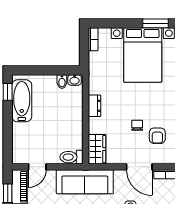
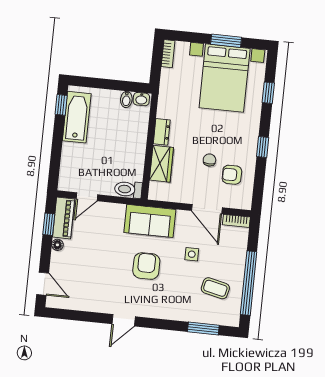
window: (155, 23) -> (226, 41), moved
armchair: (157, 136) -> (232, 175), turned 90
wardrobe: (97, 149) -> (161, 164), moved
sofa: (85, 182) -> (150, 221), width x0.73

